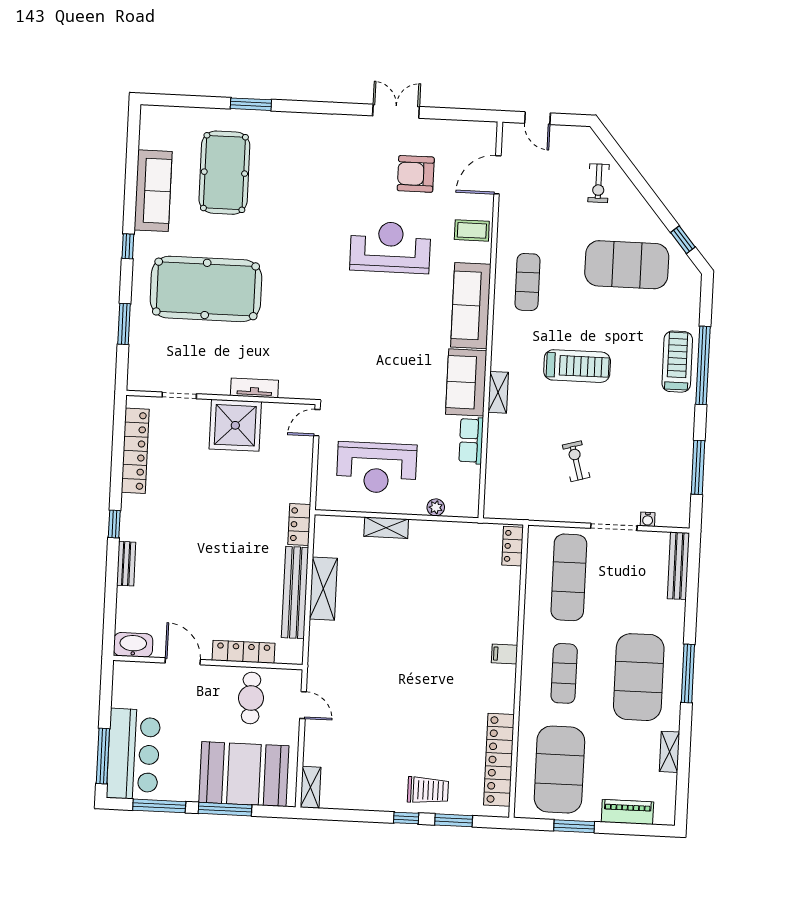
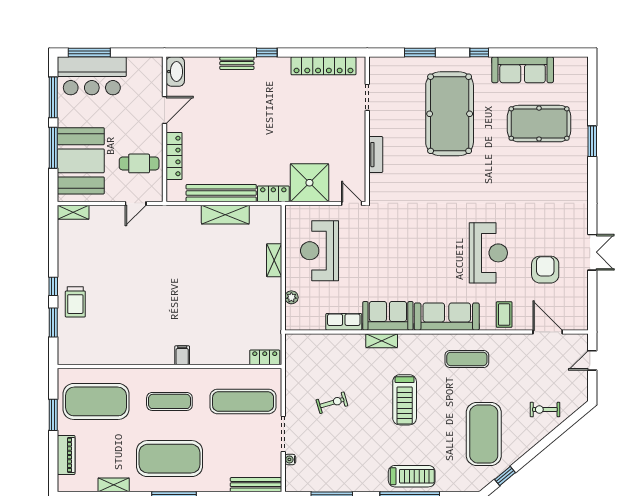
shower: (235, 425) -> (309, 183), moved
locker: (499, 760) -> (101, 355), removed

